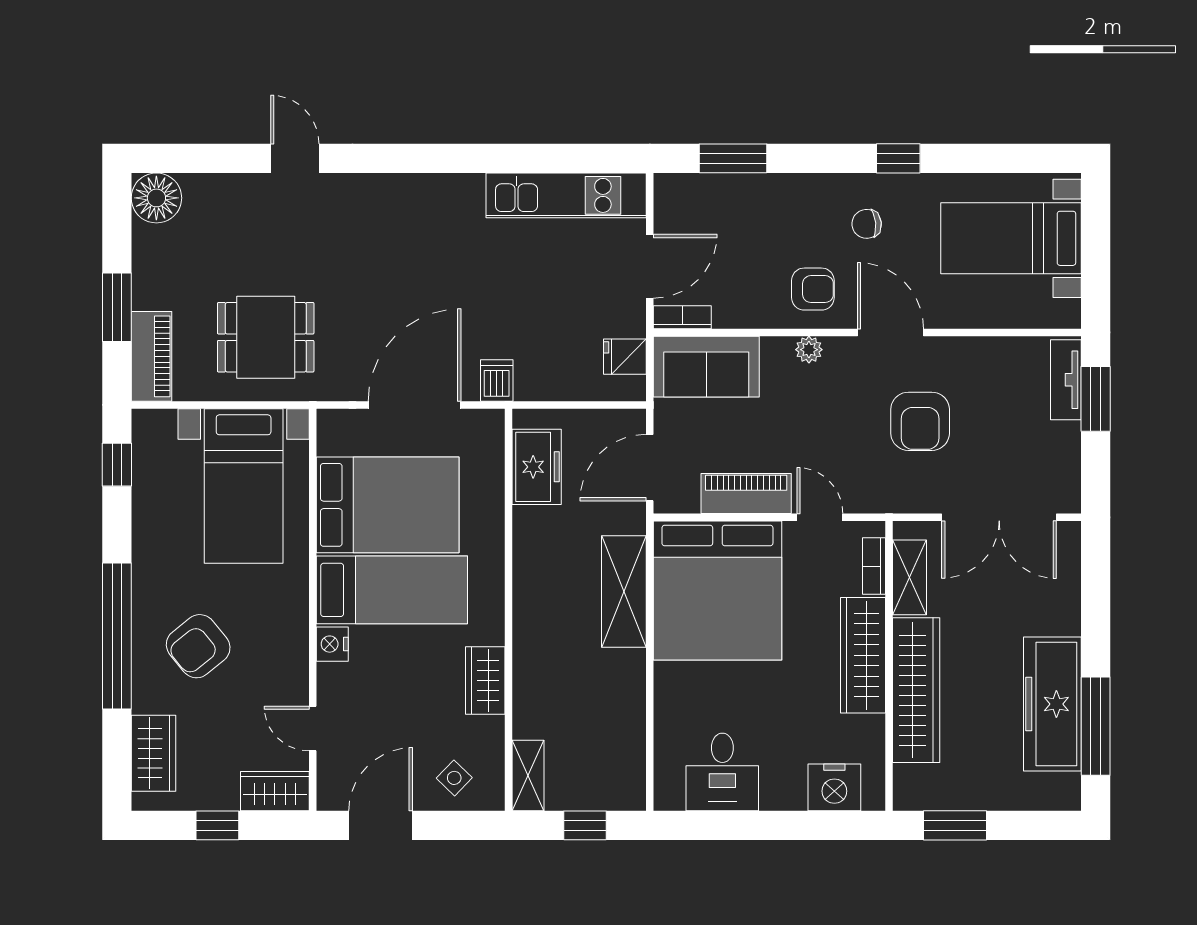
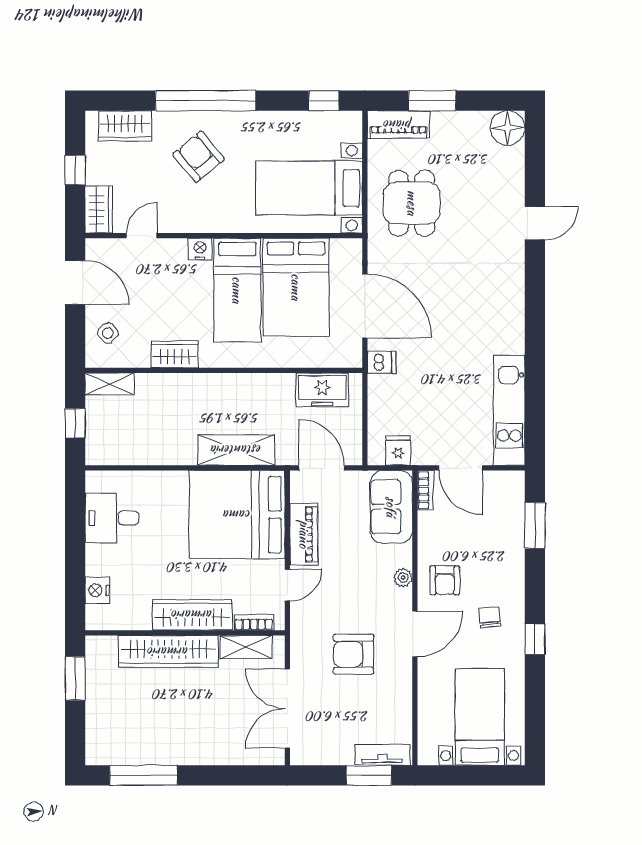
freezer: (1052, 704) -> (159, 745), removed
nightstand: (834, 787) -> (97, 590), width x0.74, depth x0.75

